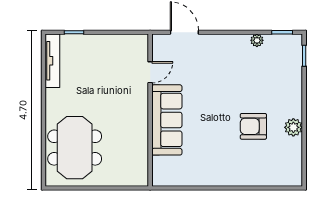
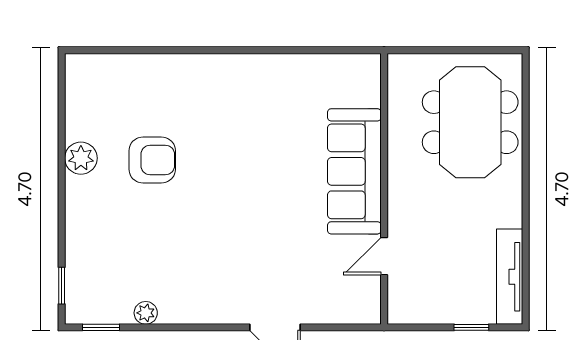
door: (150, 72) -> (384, 256), moved
wall: (150, 110) -> (384, 189), moved
sofa: (167, 120) -> (354, 171), moved

